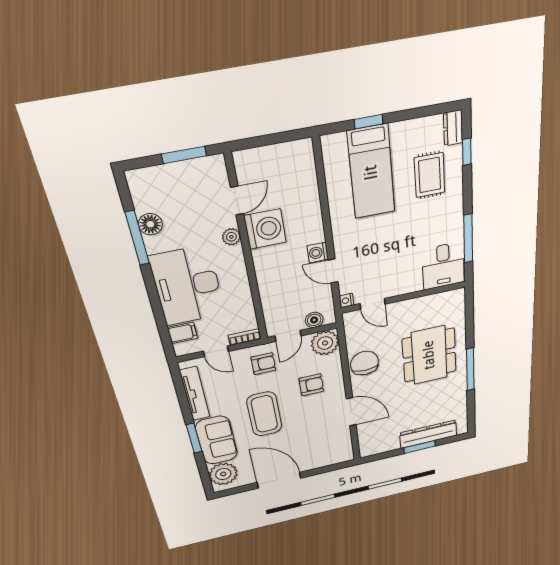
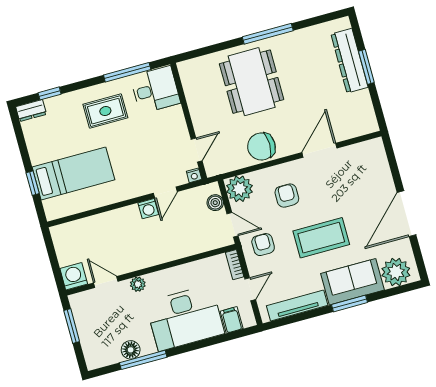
rug: (430, 175) -> (105, 111), moved
washing machine: (265, 229) -> (74, 276), moved, width x0.73, depth x0.73
dining table: (429, 355) -> (252, 82), turned 90

